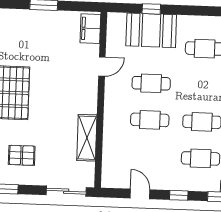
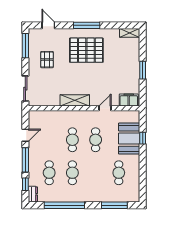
door: (102, 67) -> (105, 108), swing flipped
shelving: (87, 138) -> (75, 100), moved
window: (179, 195) -> (25, 160), width x2.17

